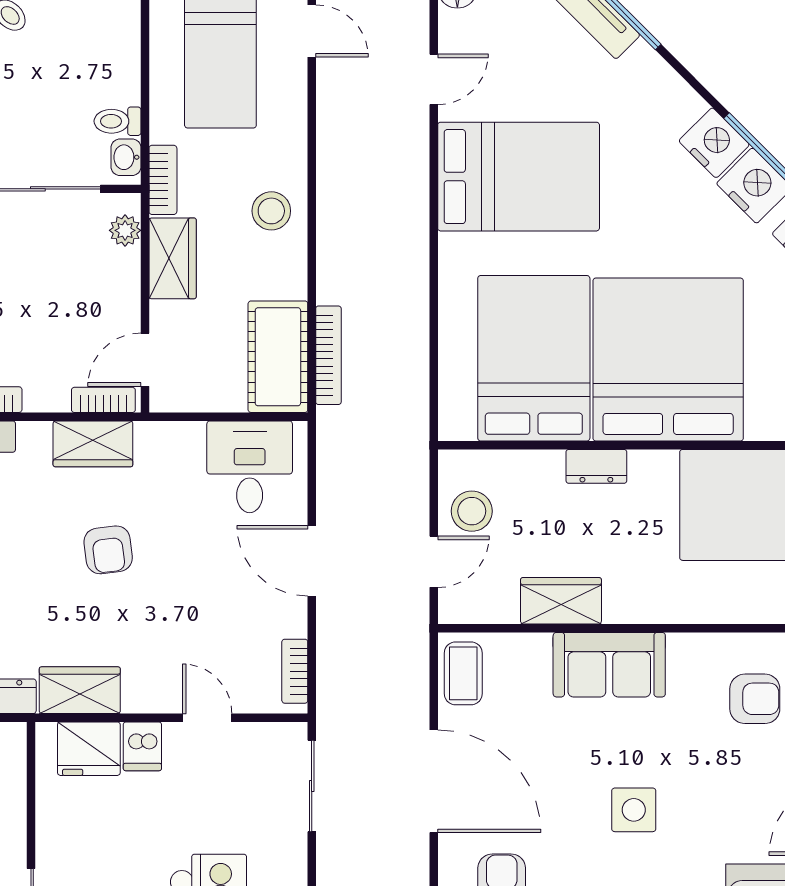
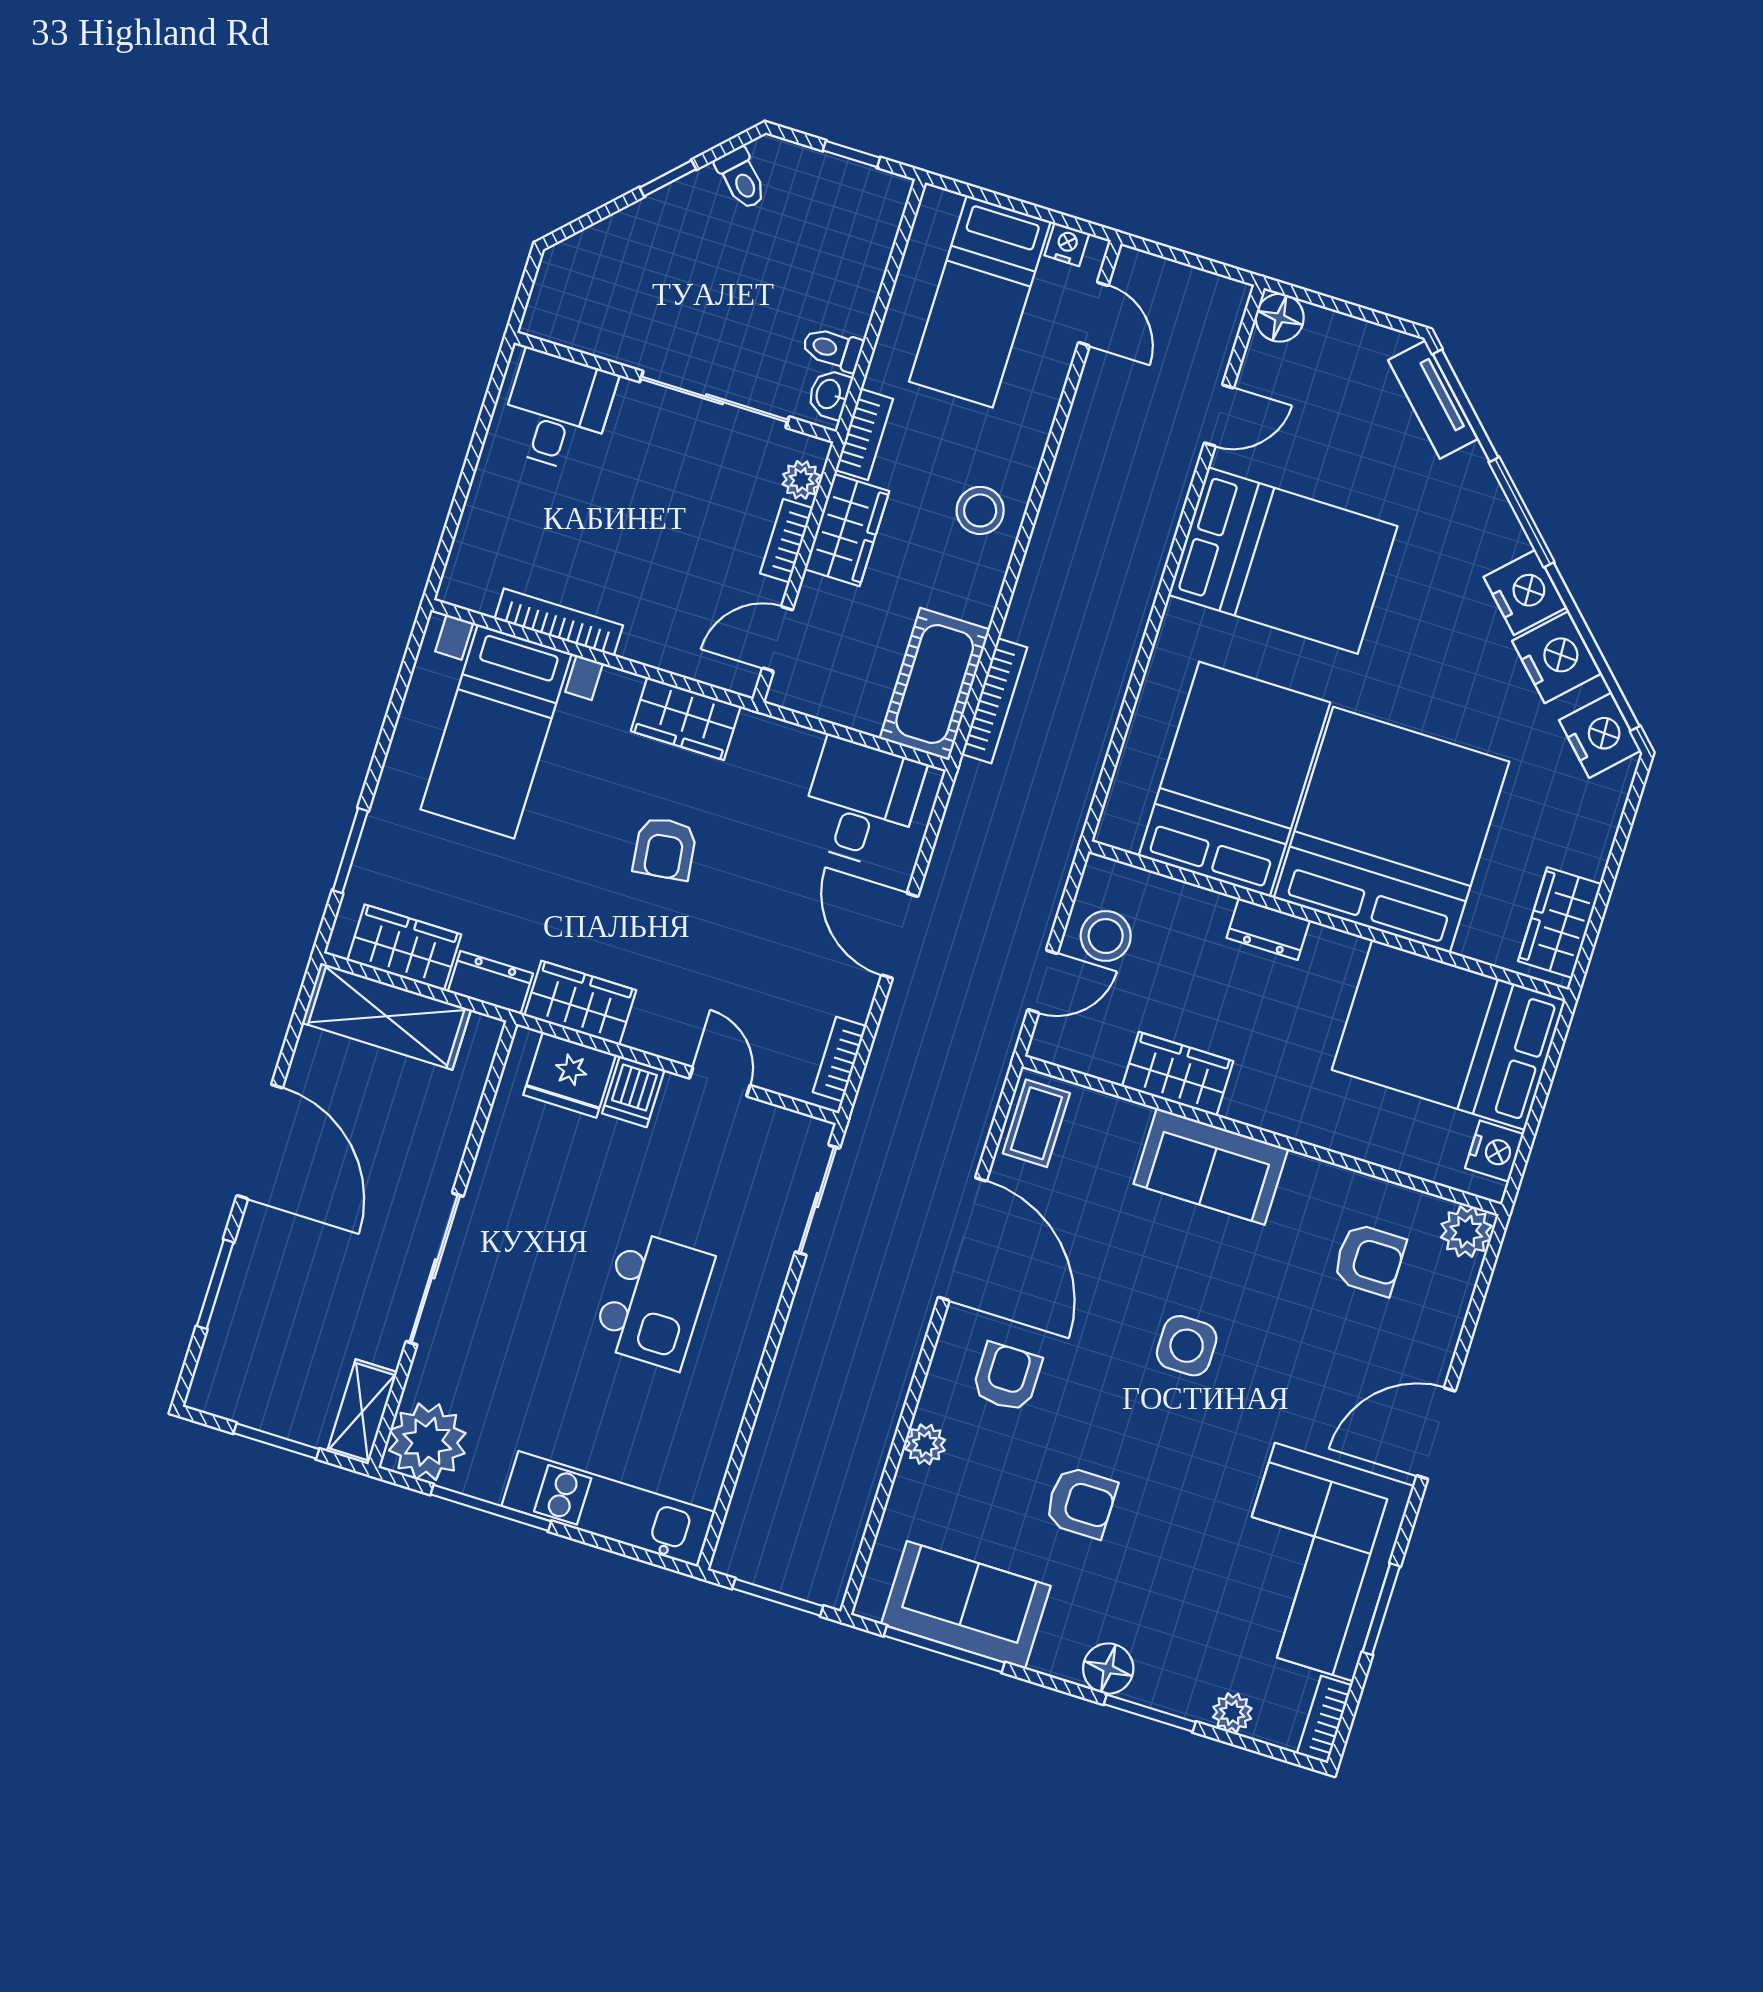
bookcase: (103, 400) -> (786, 541), moved, turned -90

